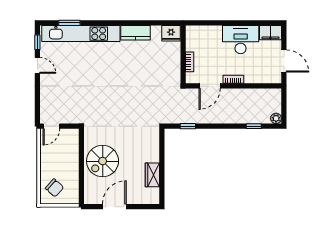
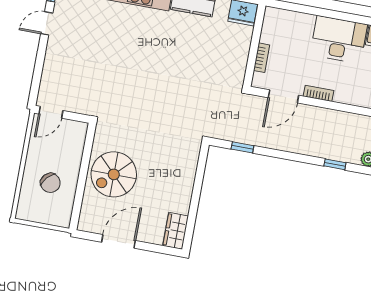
door: (37, 65) -> (47, 23), swing flipped
wardrobe: (152, 175) -> (176, 231), moved
chair: (54, 188) -> (50, 183), moved

